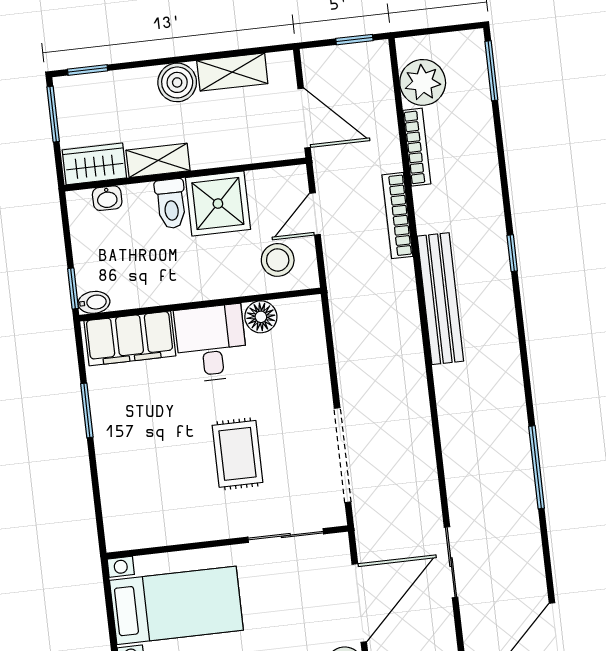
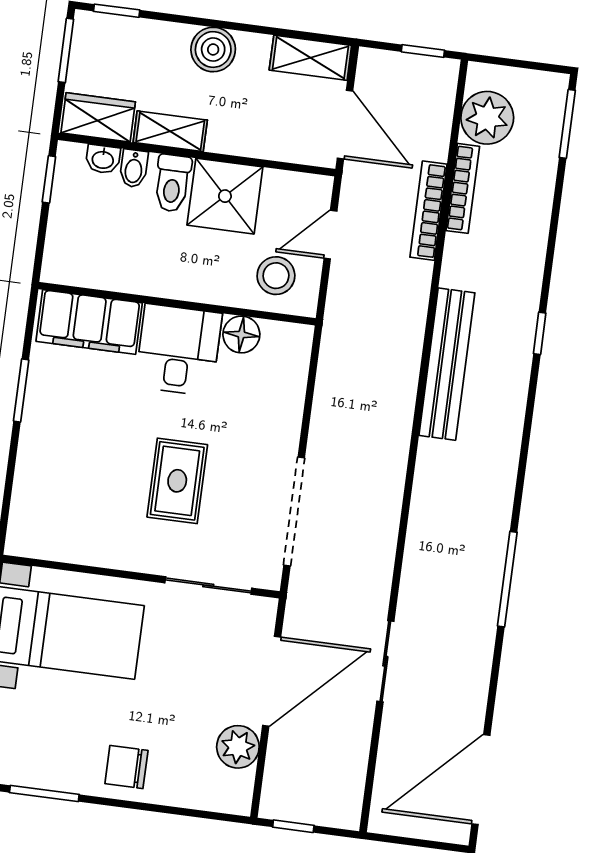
shelving: (232, 72) -> (310, 58), moved
bookcase: (397, 216) -> (428, 211), moved
window: (73, 289) -> (49, 179), moved
bidet: (94, 302) -> (134, 168), moved, turned 90

